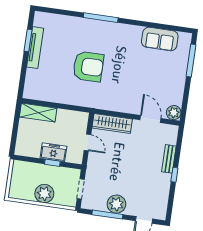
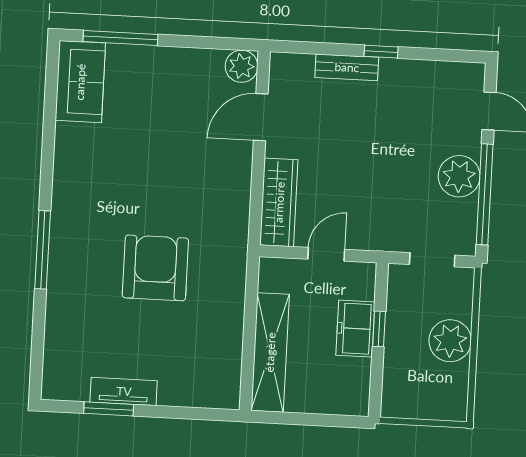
sofa: (160, 39) -> (80, 82), moved
tv unit: (35, 48) -> (124, 391), width x0.71
shelving: (38, 113) -> (270, 352), width x1.47
window: (107, 215) -> (485, 194), width x1.46

